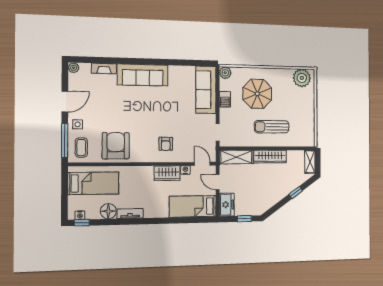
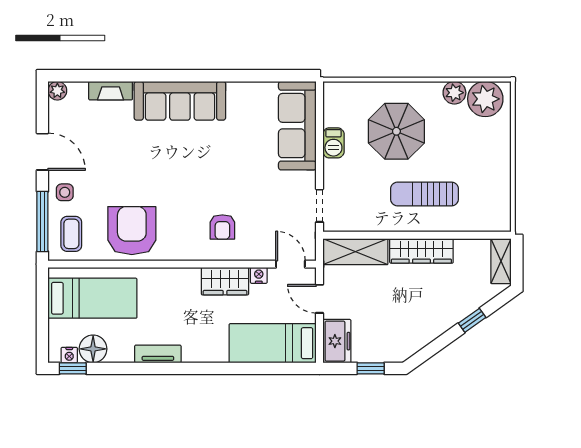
plant: (225, 73) -> (454, 93), moved
door: (65, 102) -> (42, 152), hinge flipped
floor lamp: (108, 211) -> (93, 349), moved

